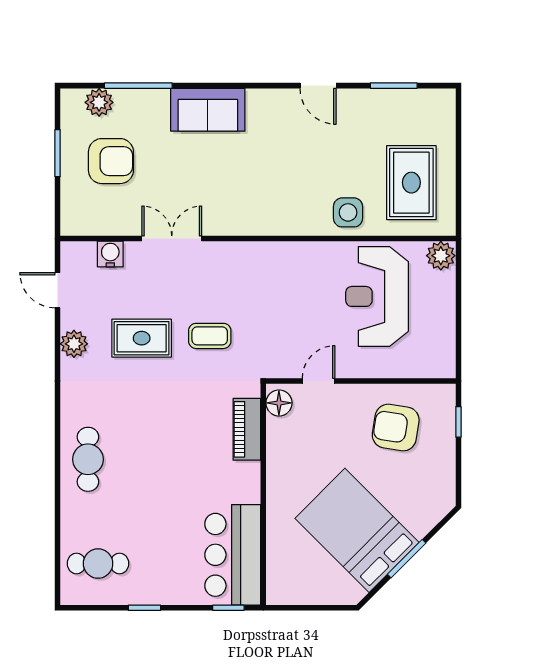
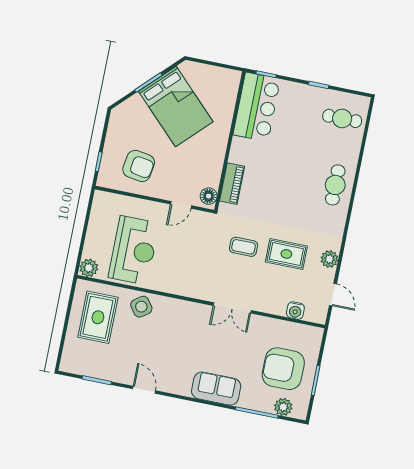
armchair: (111, 161) -> (283, 369), width x1.36, depth x1.36
side table: (348, 212) -> (141, 307), turned -36
double door: (172, 239) -> (232, 308), moved

